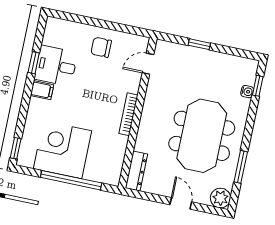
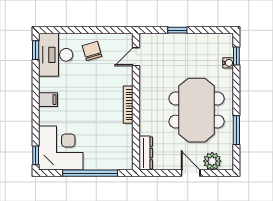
chair: (101, 47) -> (92, 51), turned 74
window: (34, 63) -> (36, 50), moved
desk: (56, 66) -> (56, 55), moved, width x1.37
corner desk: (63, 150) -> (61, 148), moved, turned 90
plant: (220, 198) -> (212, 161), moved

